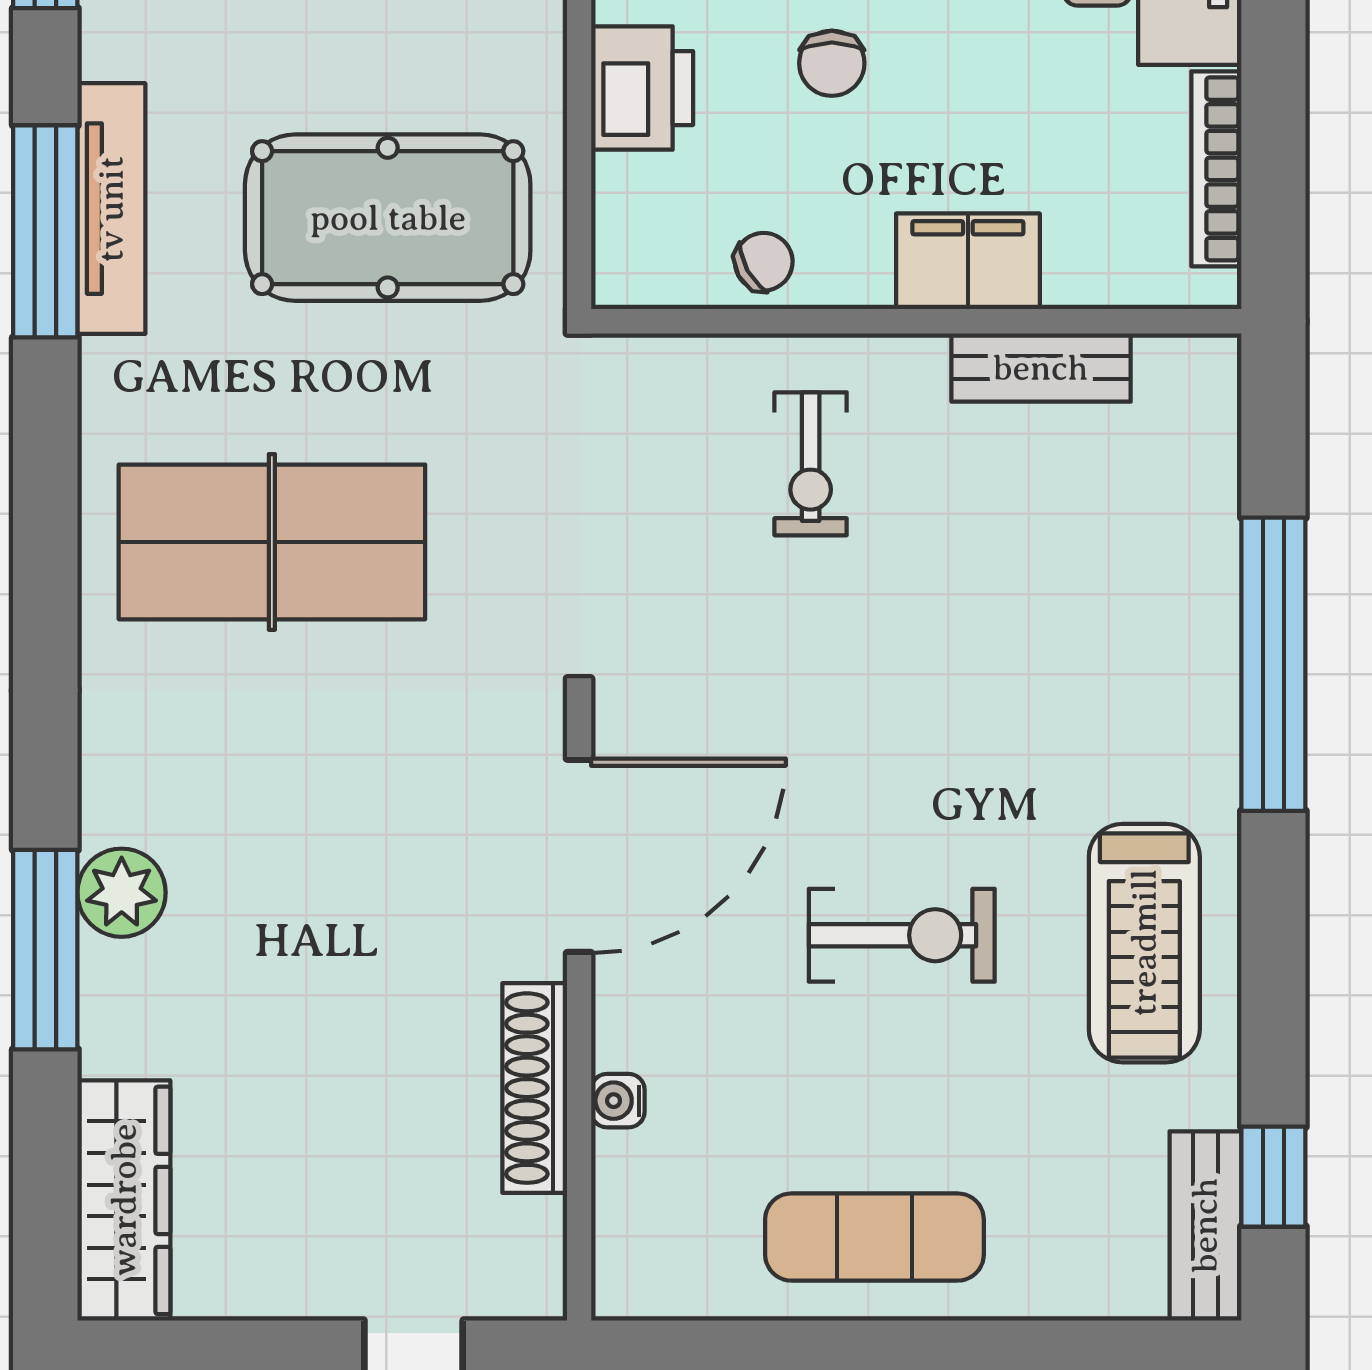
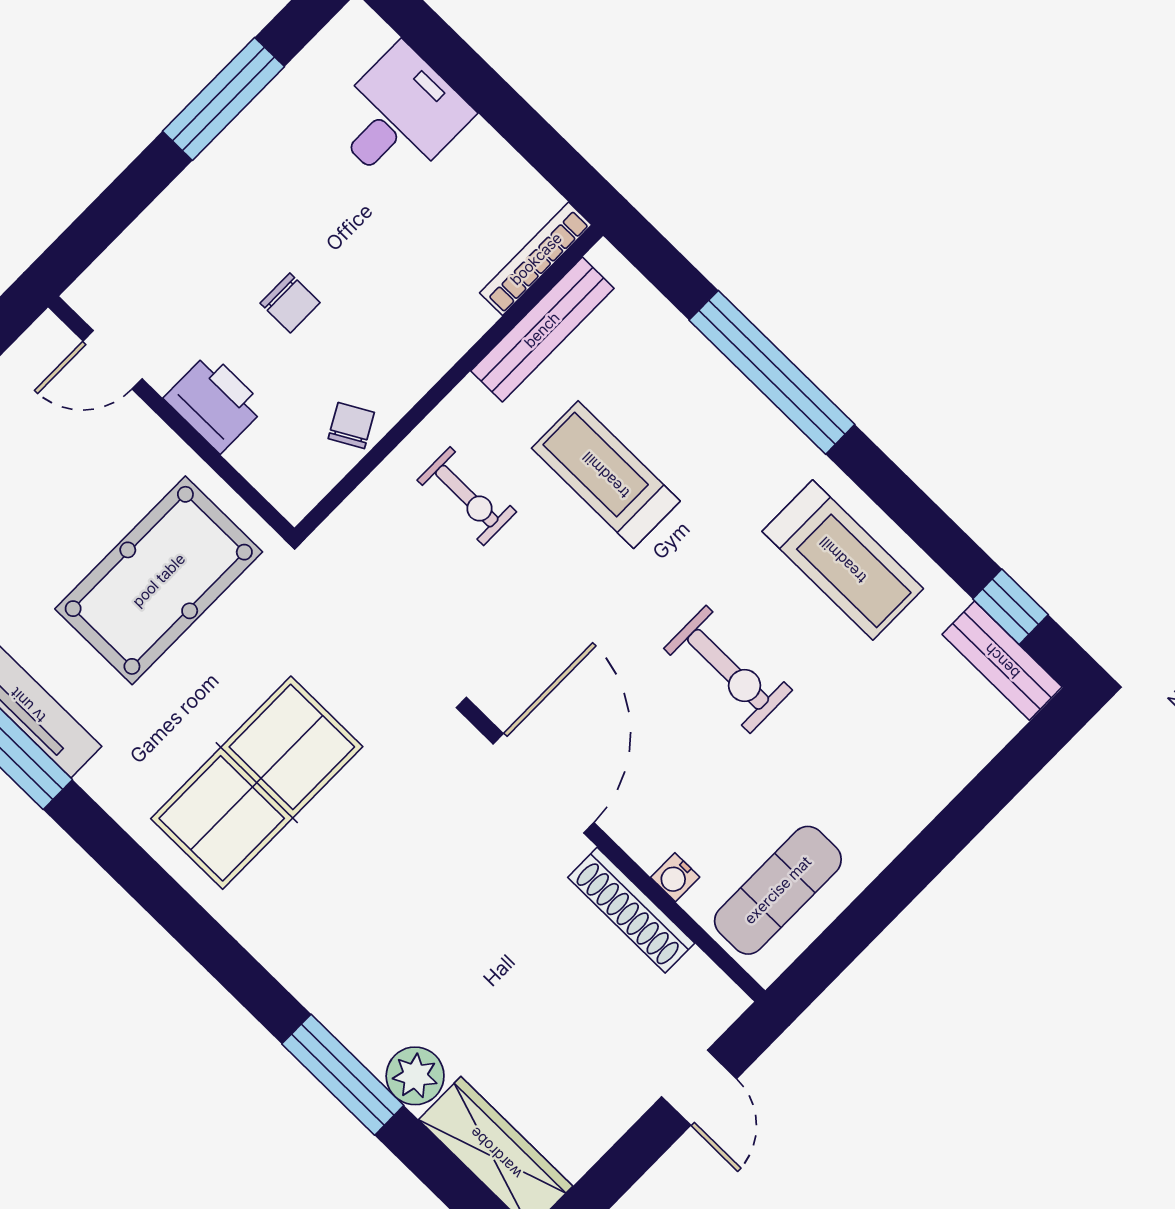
bookcase: (1216, 169) -> (536, 259), moved, turned 90
filing cabinet: (968, 261) -> (445, 330), removed
bench: (1041, 368) -> (542, 330), width x1.36
treadmill: (983, 593) -> (606, 475), added
plant: (122, 893) -> (415, 1076), moved
exercise bike: (902, 935) -> (728, 669), turned 90
exercise mat: (874, 1237) -> (778, 890), moved

